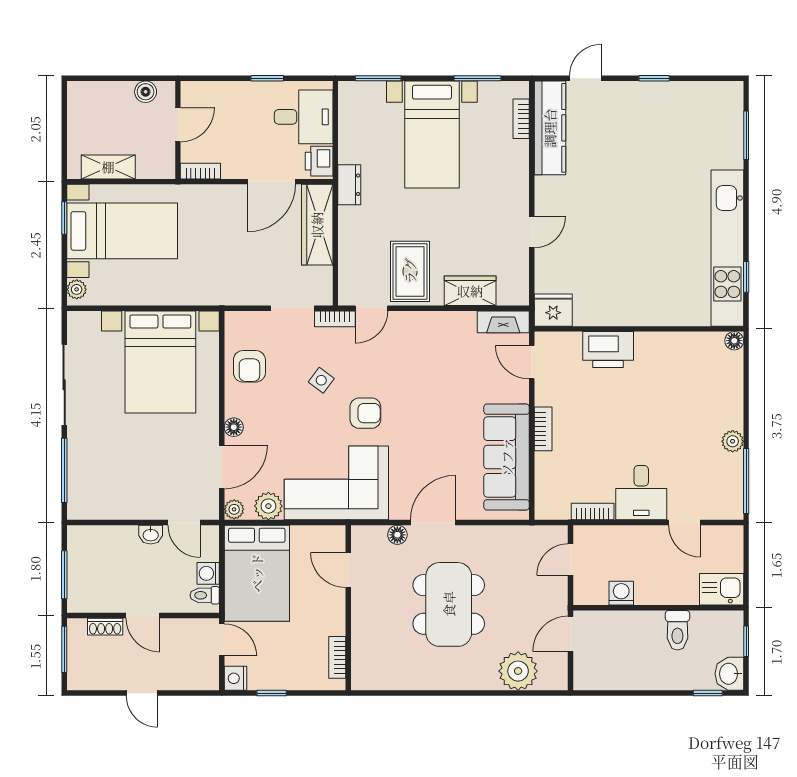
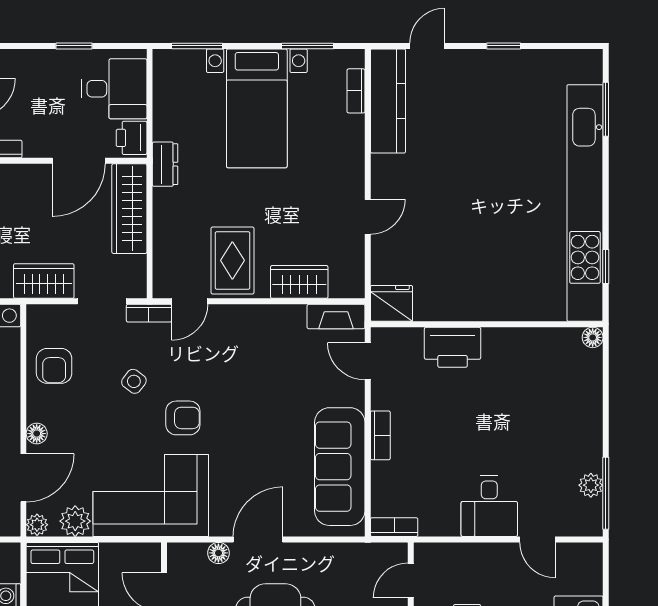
kitchen unit: (727, 248) -> (585, 203), width x1.36
wardrobe: (240, 290) -> (44, 281), added
plant: (733, 441) -> (591, 485), moved
bookcase: (593, 512) -> (394, 527), moved

